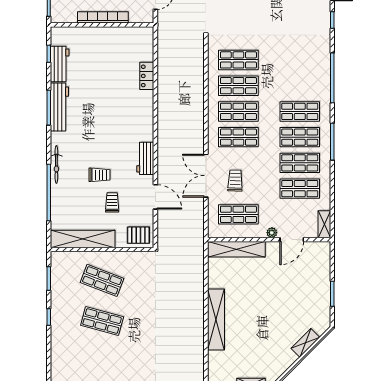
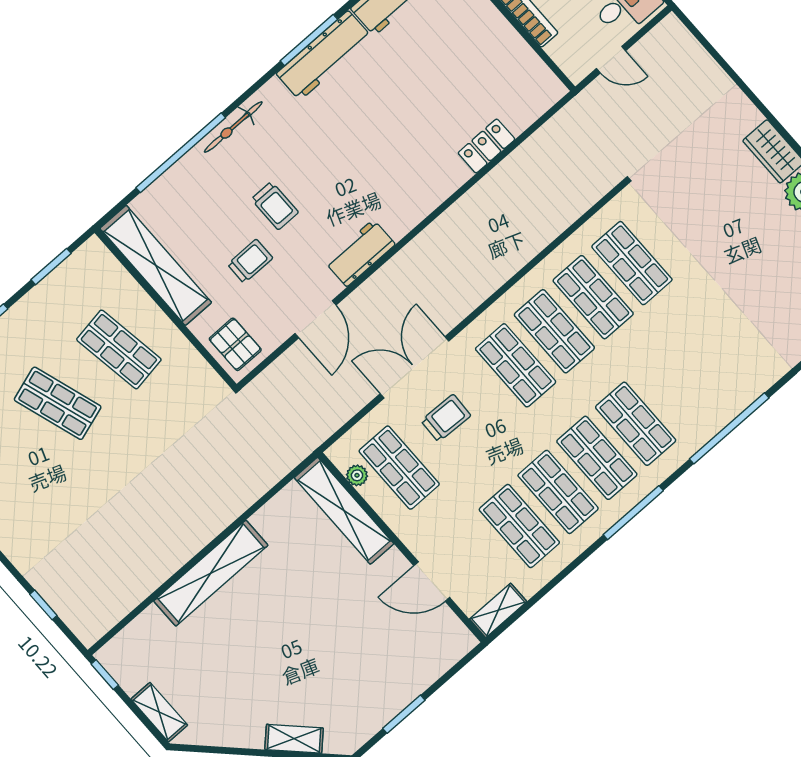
plant: (272, 233) -> (357, 475), moved
shop shelf: (102, 280) -> (119, 349), turned -30
shop shelf: (102, 321) -> (58, 403), turned -33

